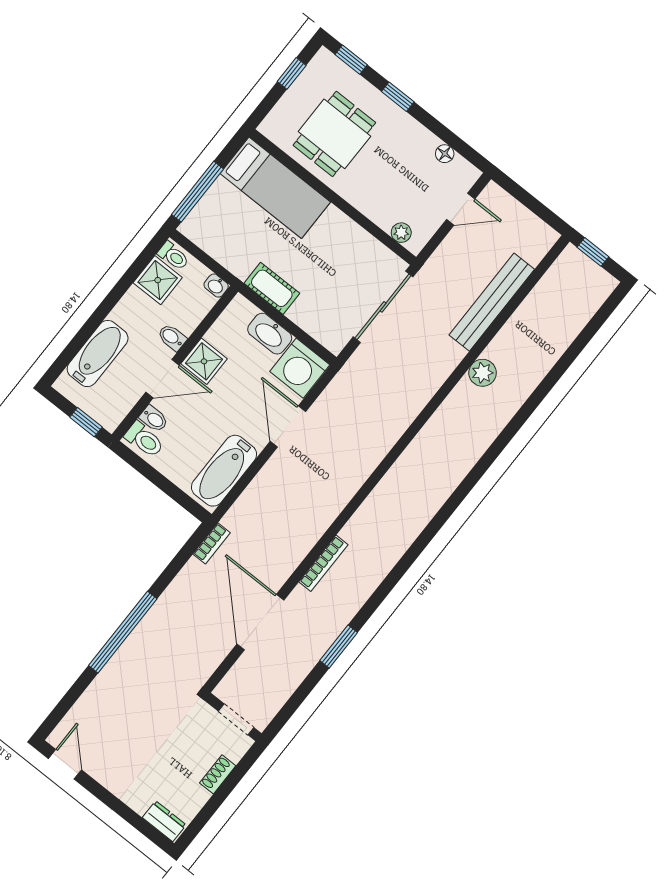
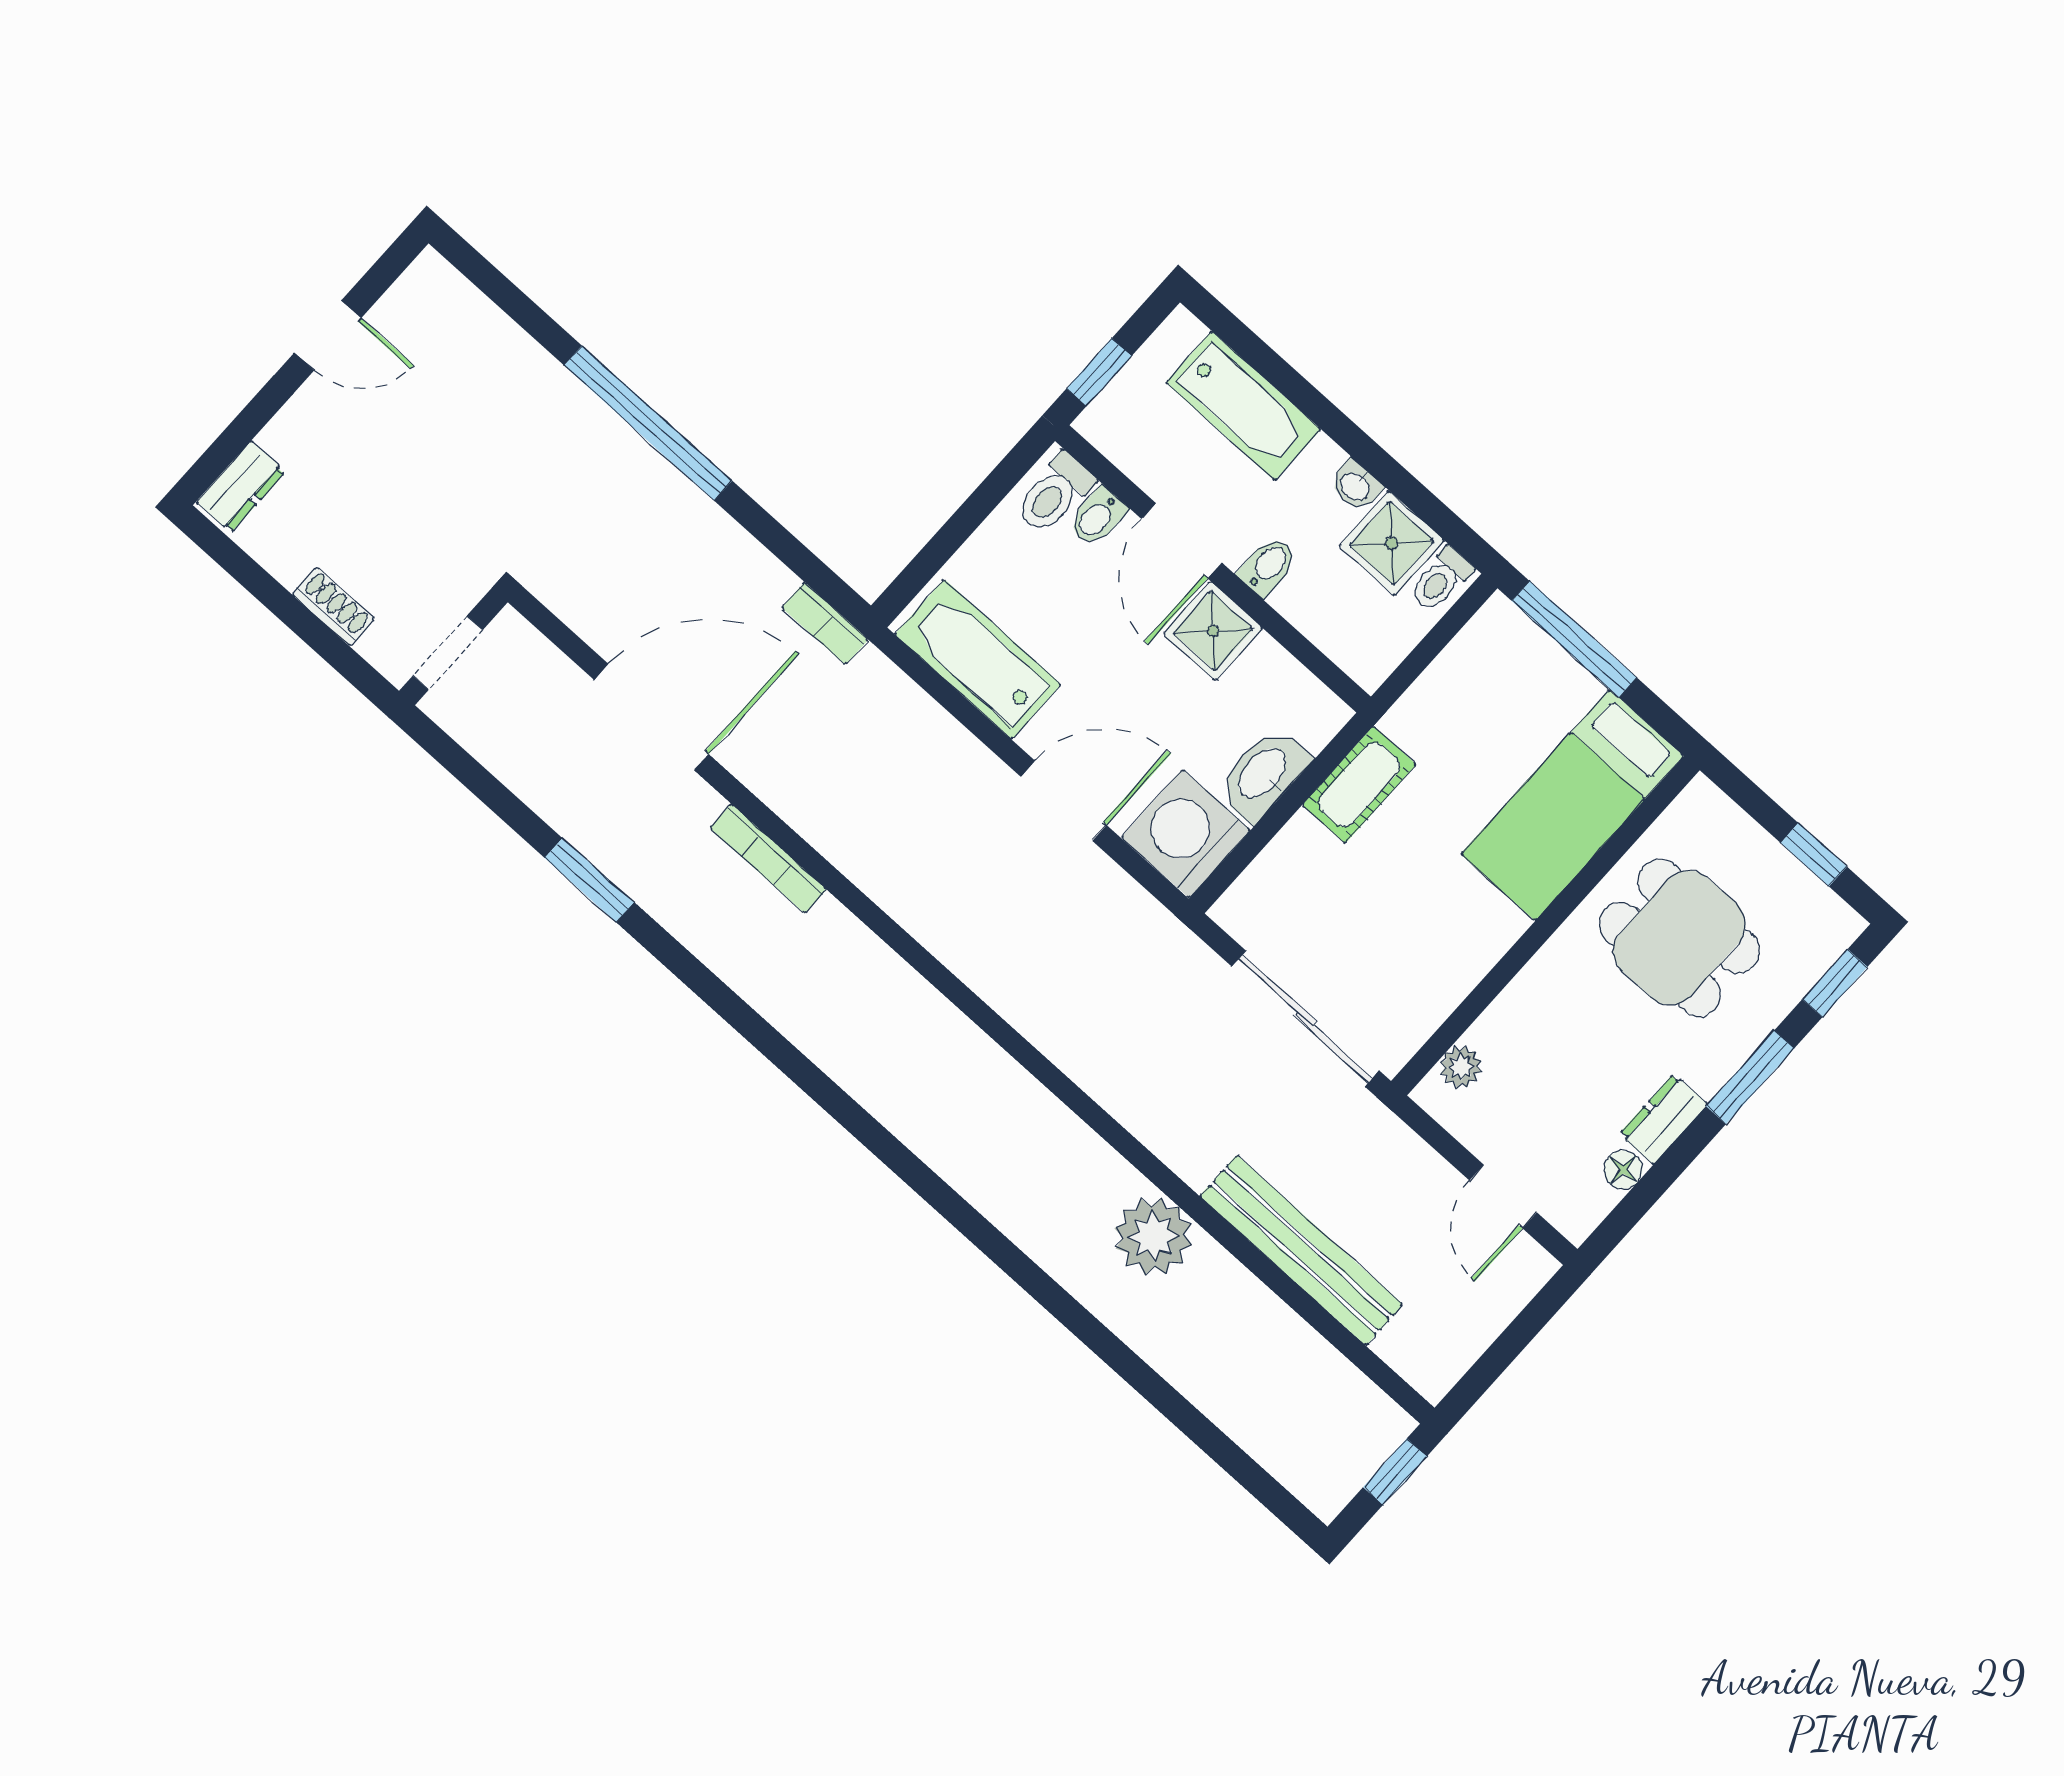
window: (398, 97) -> (1750, 1077), width x1.50
dresser: (420, 136) -> (1663, 1119), added
washbasin: (216, 286) -> (1356, 486), moved, turned -90
plant: (483, 373) -> (1153, 1236), width x1.36, depth x1.36
door: (65, 764) -> (328, 335), moved

